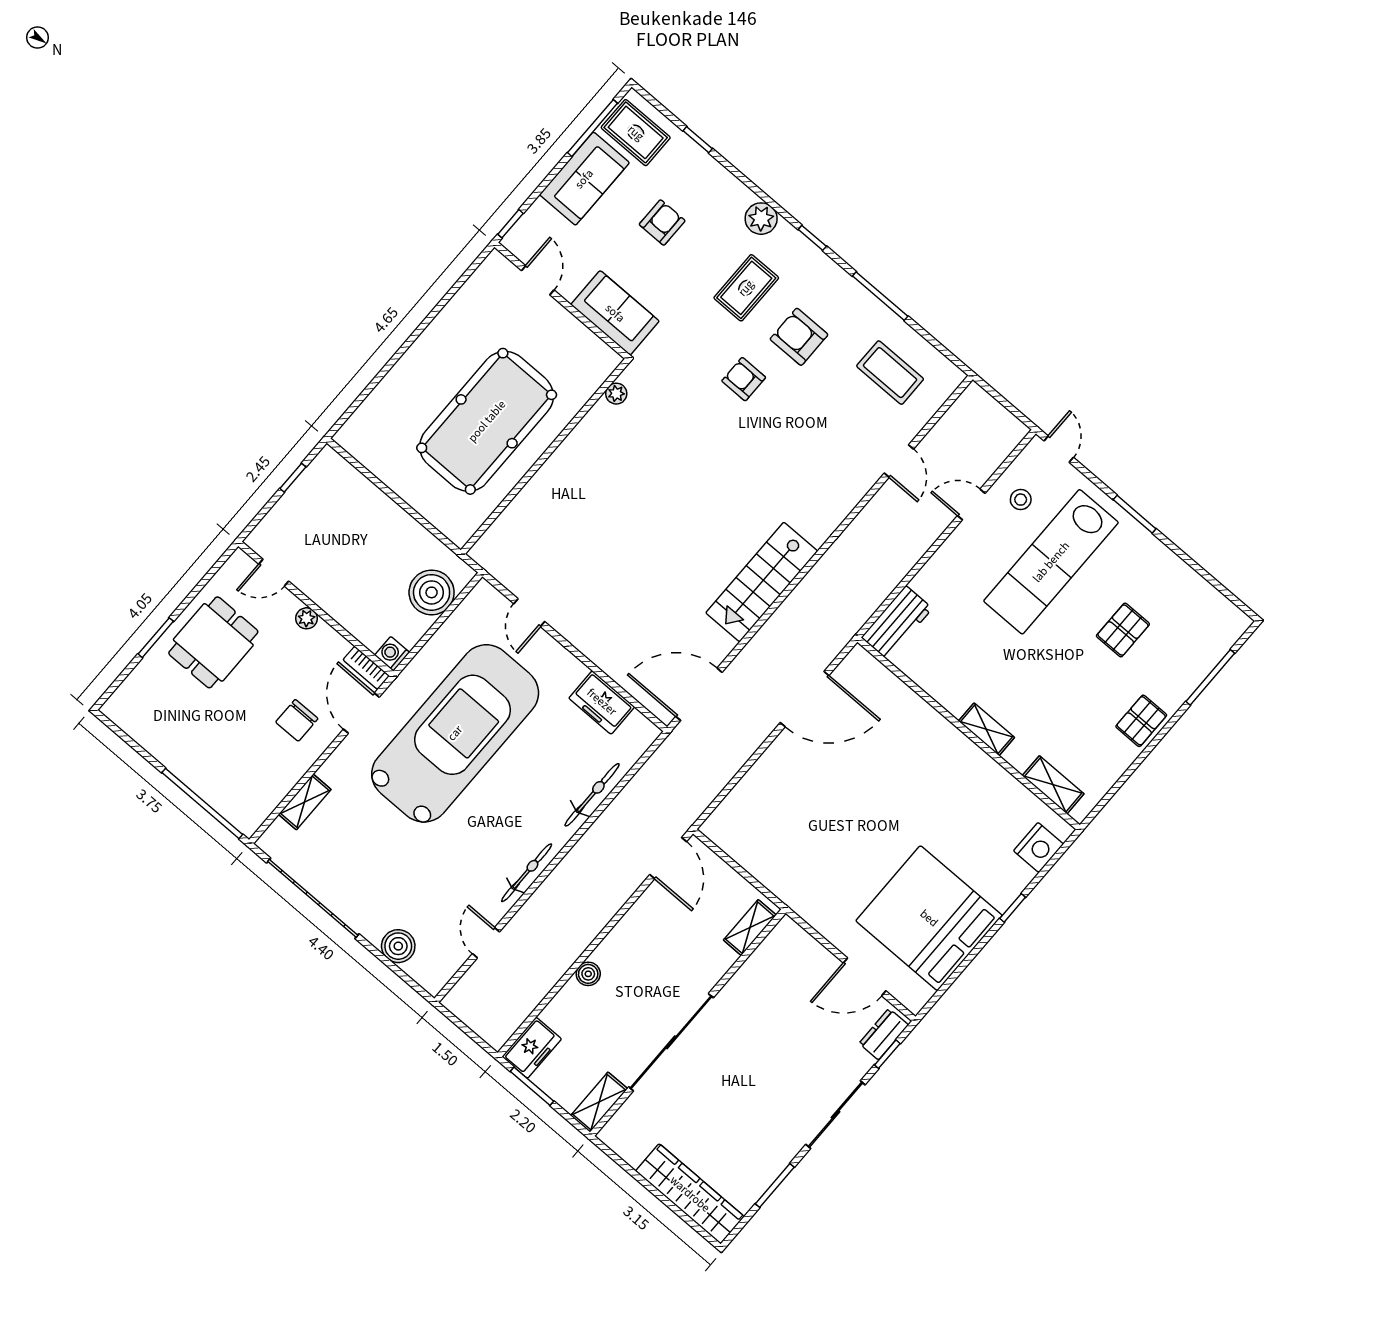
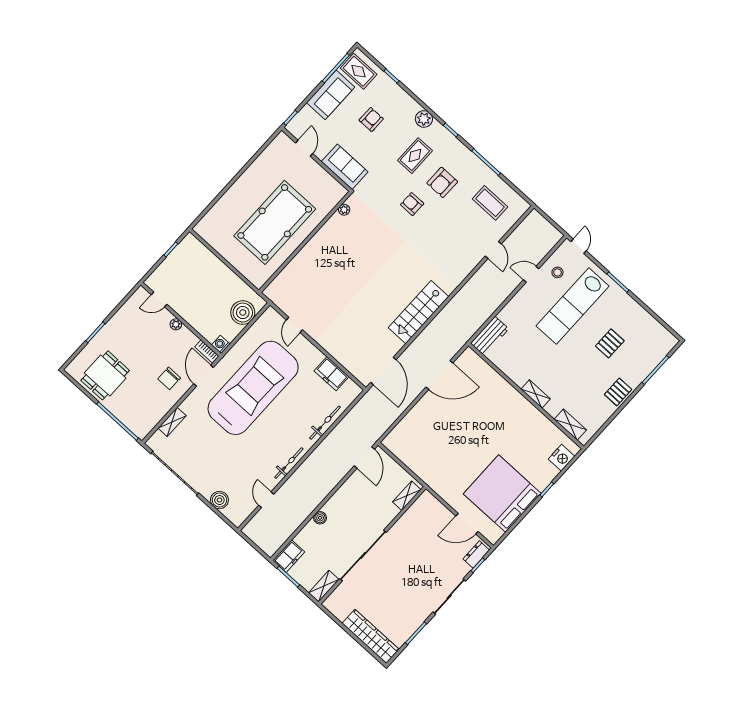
armchair: (799, 337) -> (442, 182), turned -90
dining table: (213, 642) -> (105, 375), moved
door: (699, 694) -> (383, 371), swing flipped

